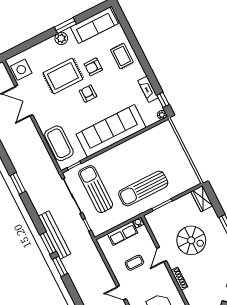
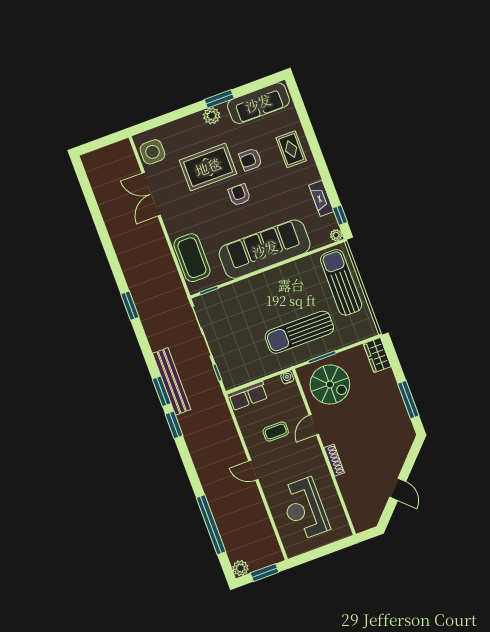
sun lounger: (96, 189) -> (341, 282), moved
row of seats: (123, 233) -> (248, 396), moved
spiral stairs: (191, 240) -> (330, 385), moved

